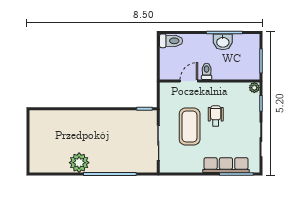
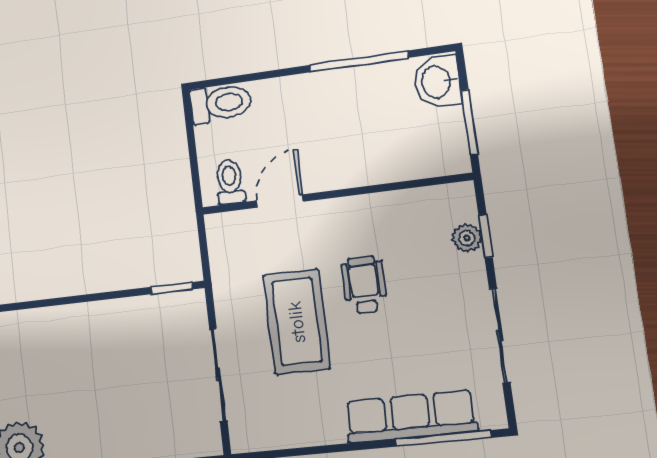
washbasin: (223, 42) -> (437, 82), moved, turned 90
toilet: (207, 71) -> (230, 182), moved
plant: (254, 88) -> (467, 238), moved

